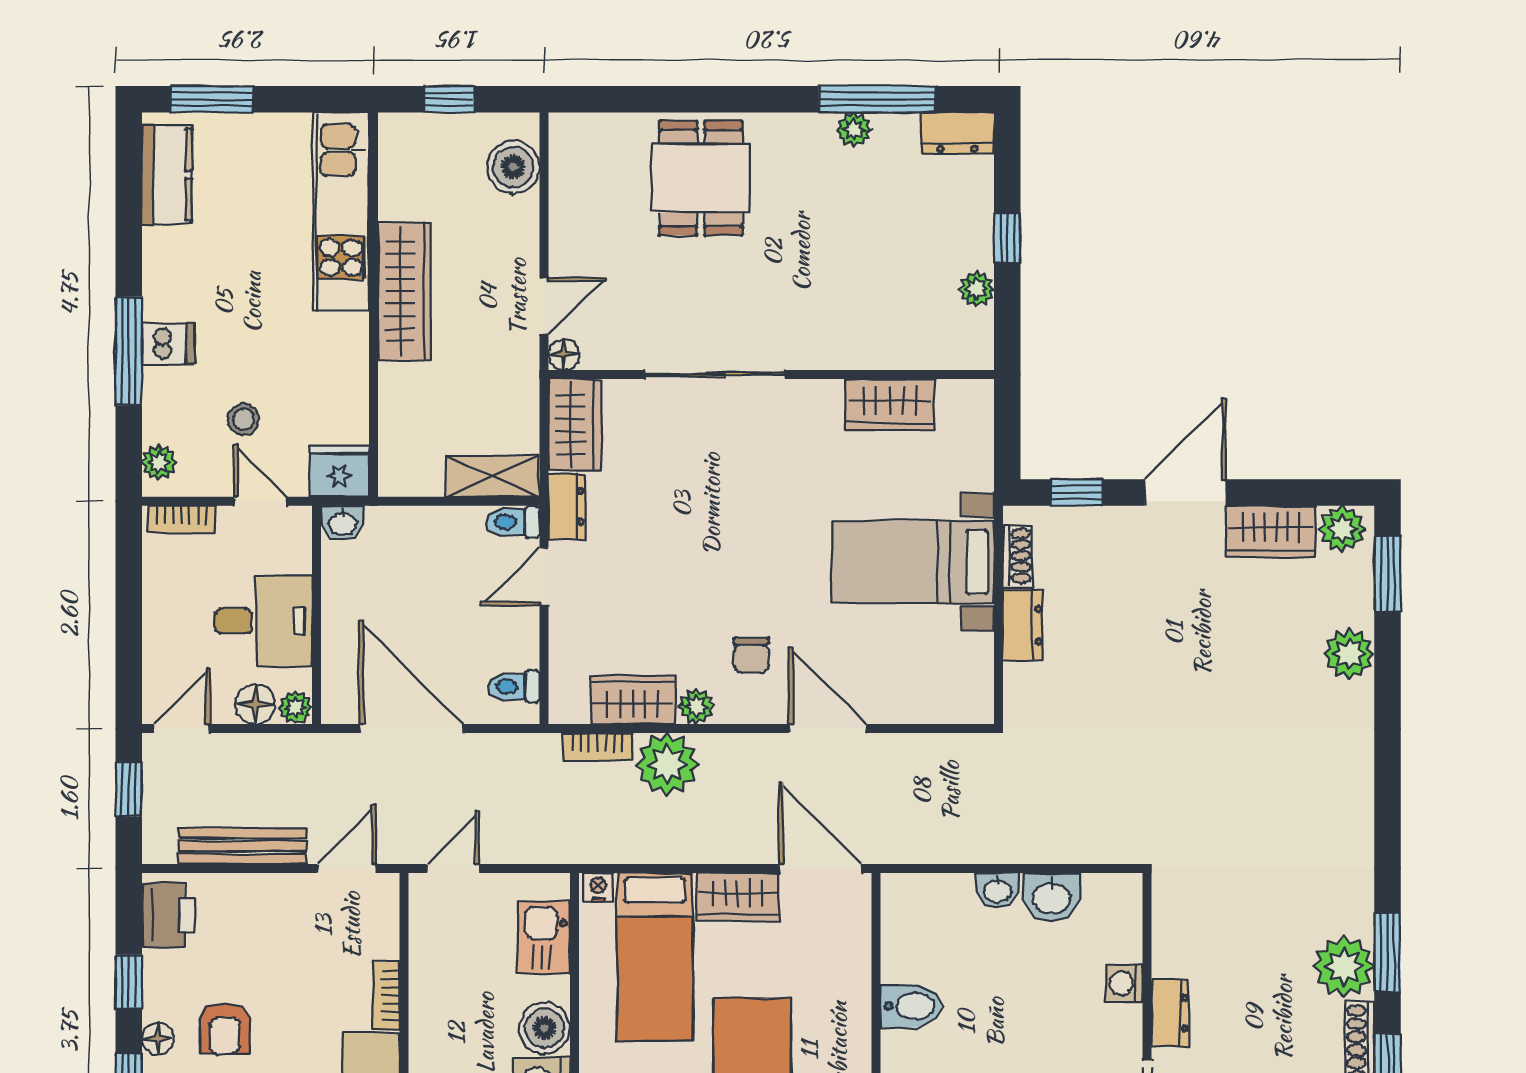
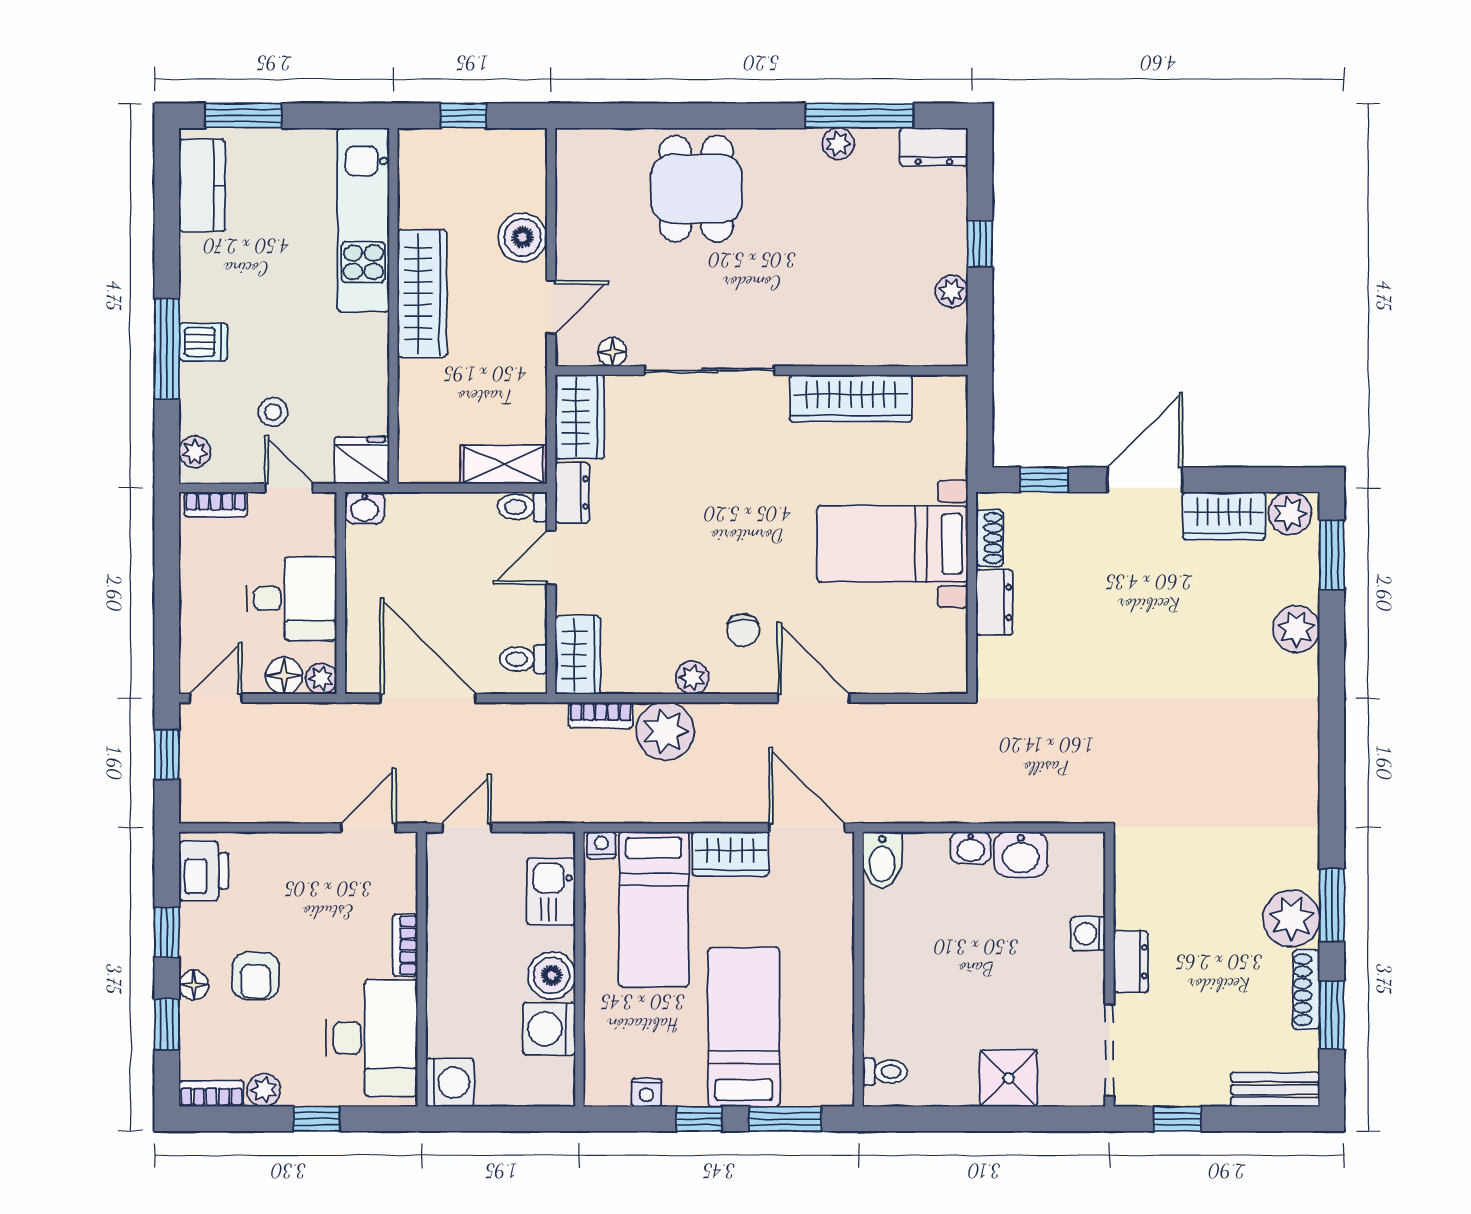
boiler: (513, 167) -> (523, 237), moved
floor lamp: (564, 355) -> (612, 352), moved
wardrobe: (890, 405) -> (851, 398), width x1.50
wardrobe: (633, 700) -> (578, 655), moved, turned 90
bench: (243, 846) -> (272, 807), removed
bidet: (911, 1006) -> (882, 860), moved, turned 90

